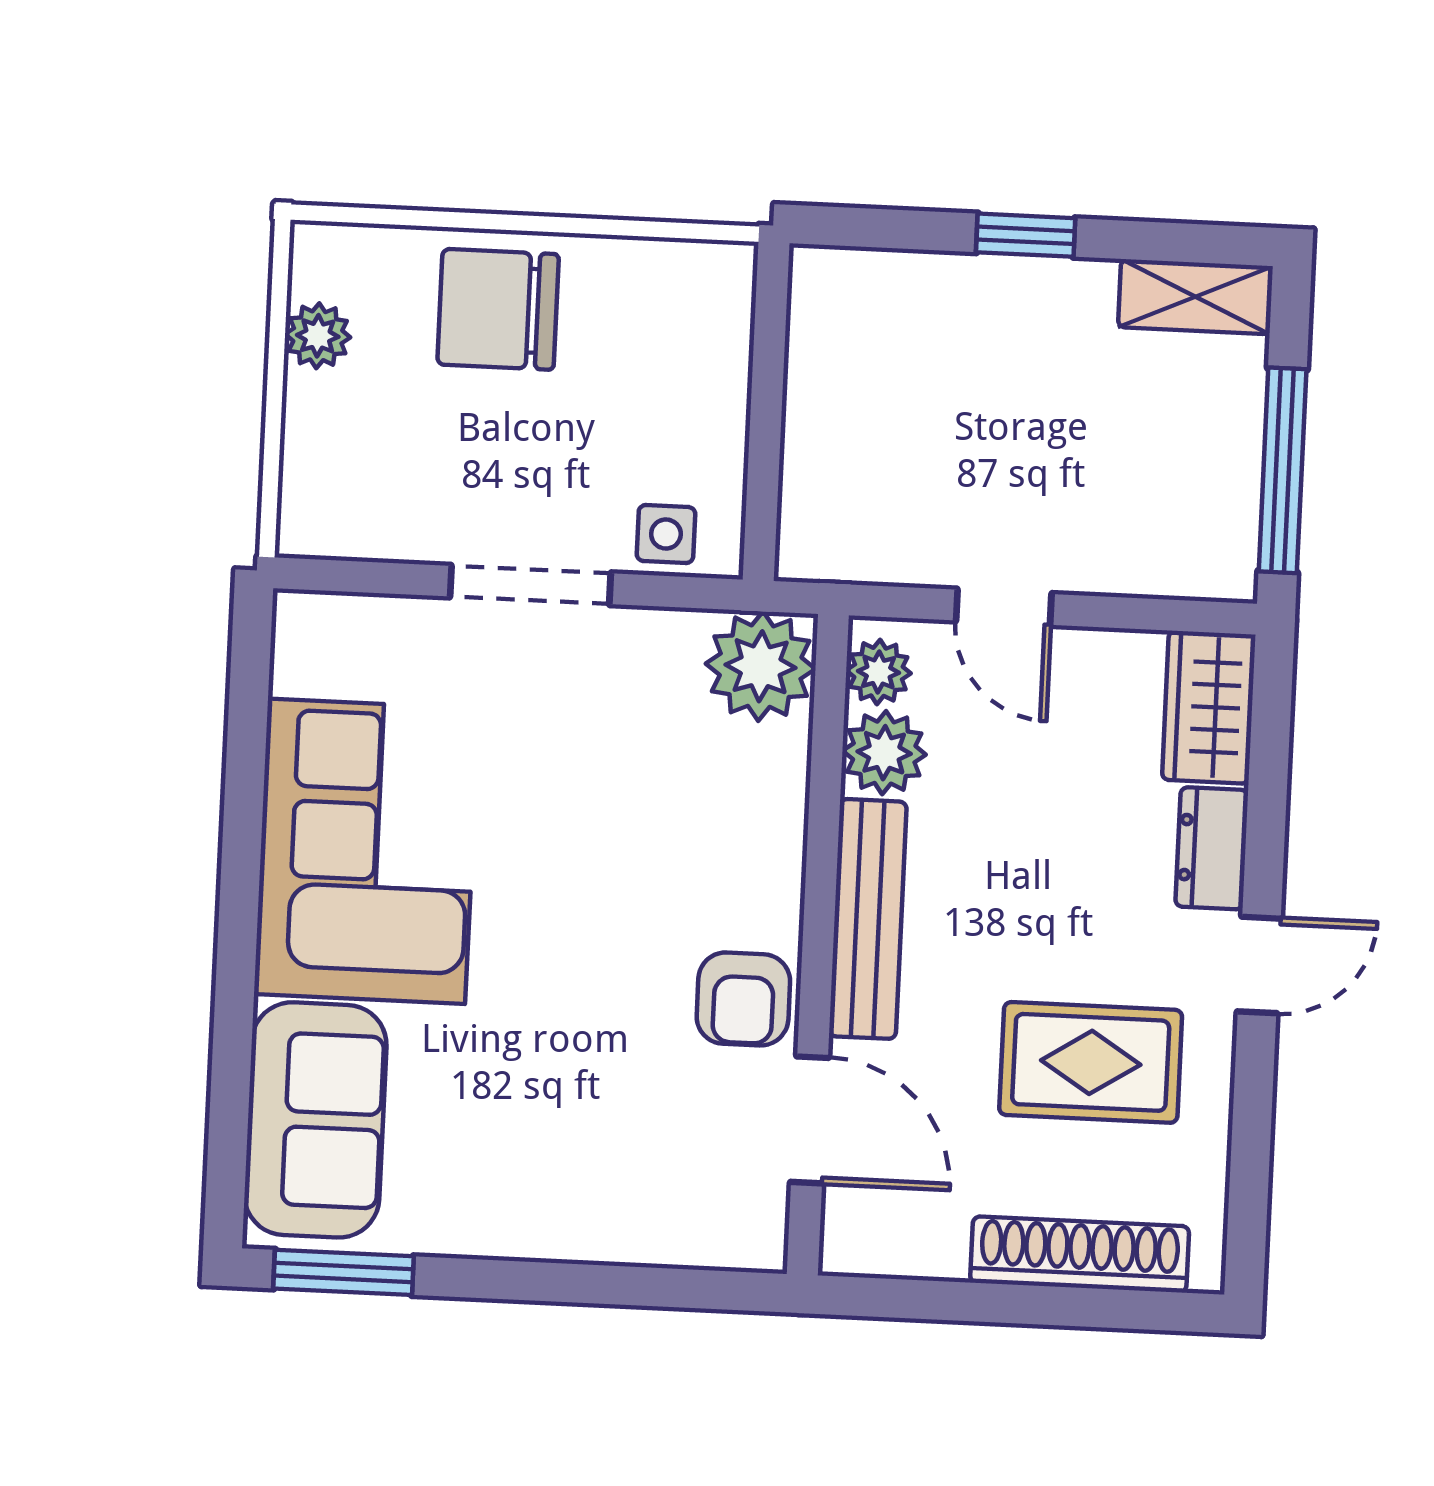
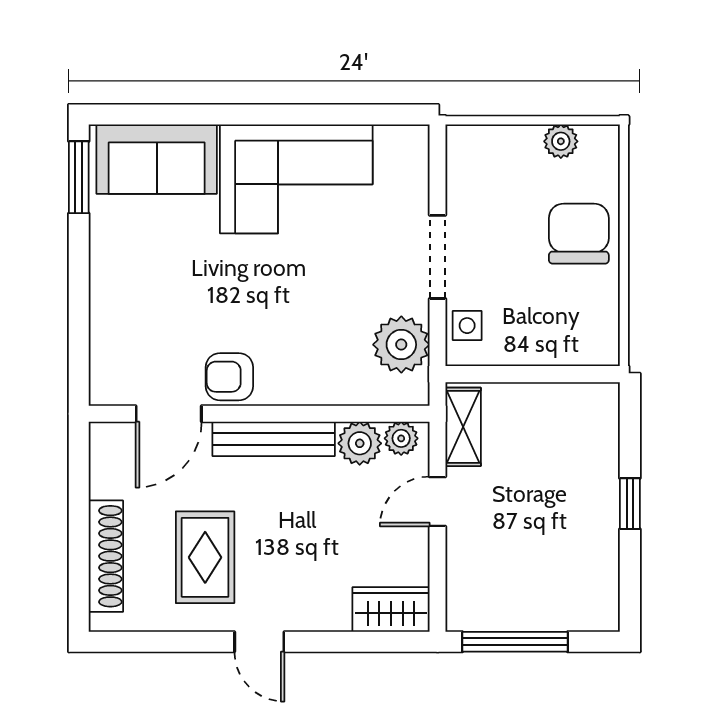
shelving: (1195, 297) -> (463, 427), moved
plant: (761, 666) -> (401, 345), moved
dresser: (1212, 848) -> (318, 614), removed

